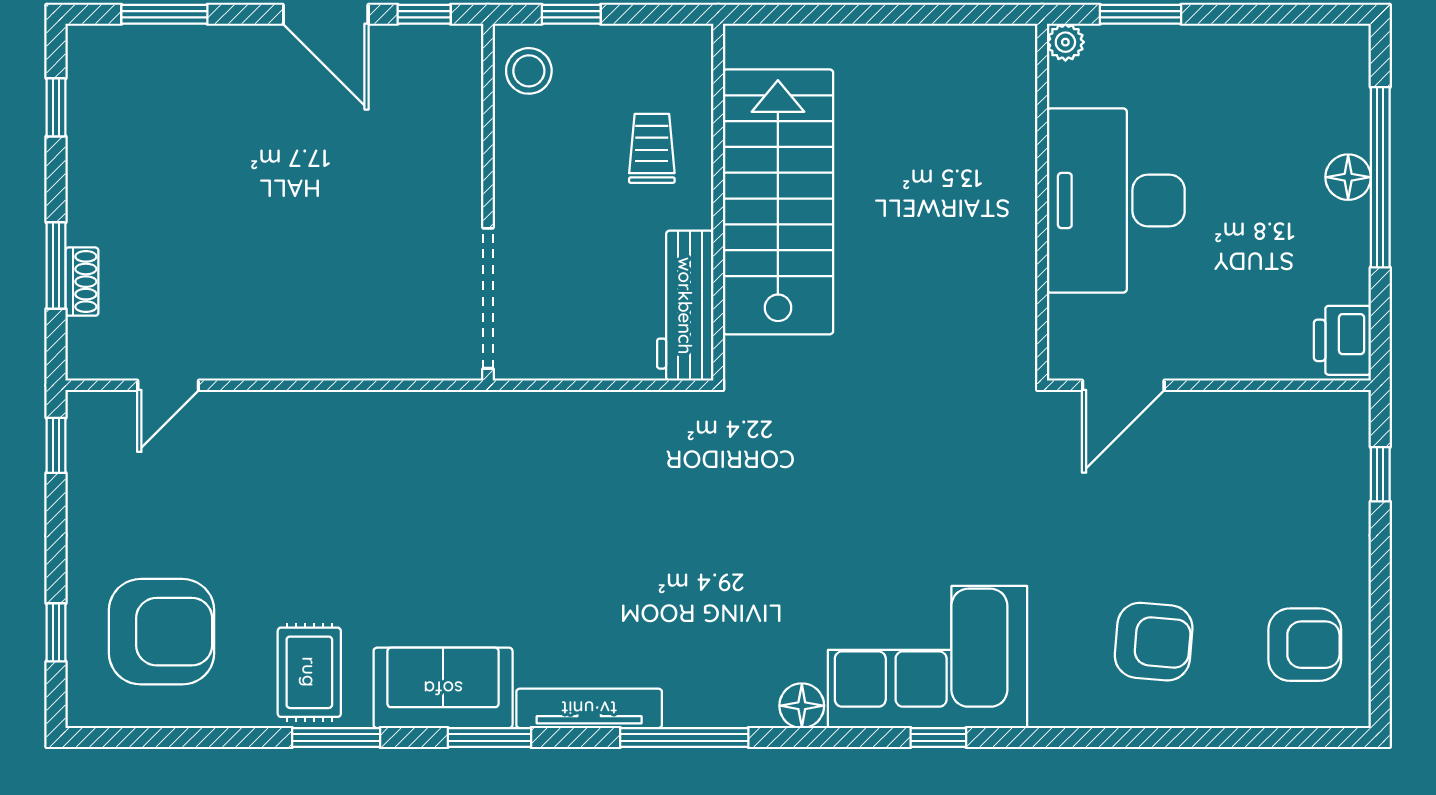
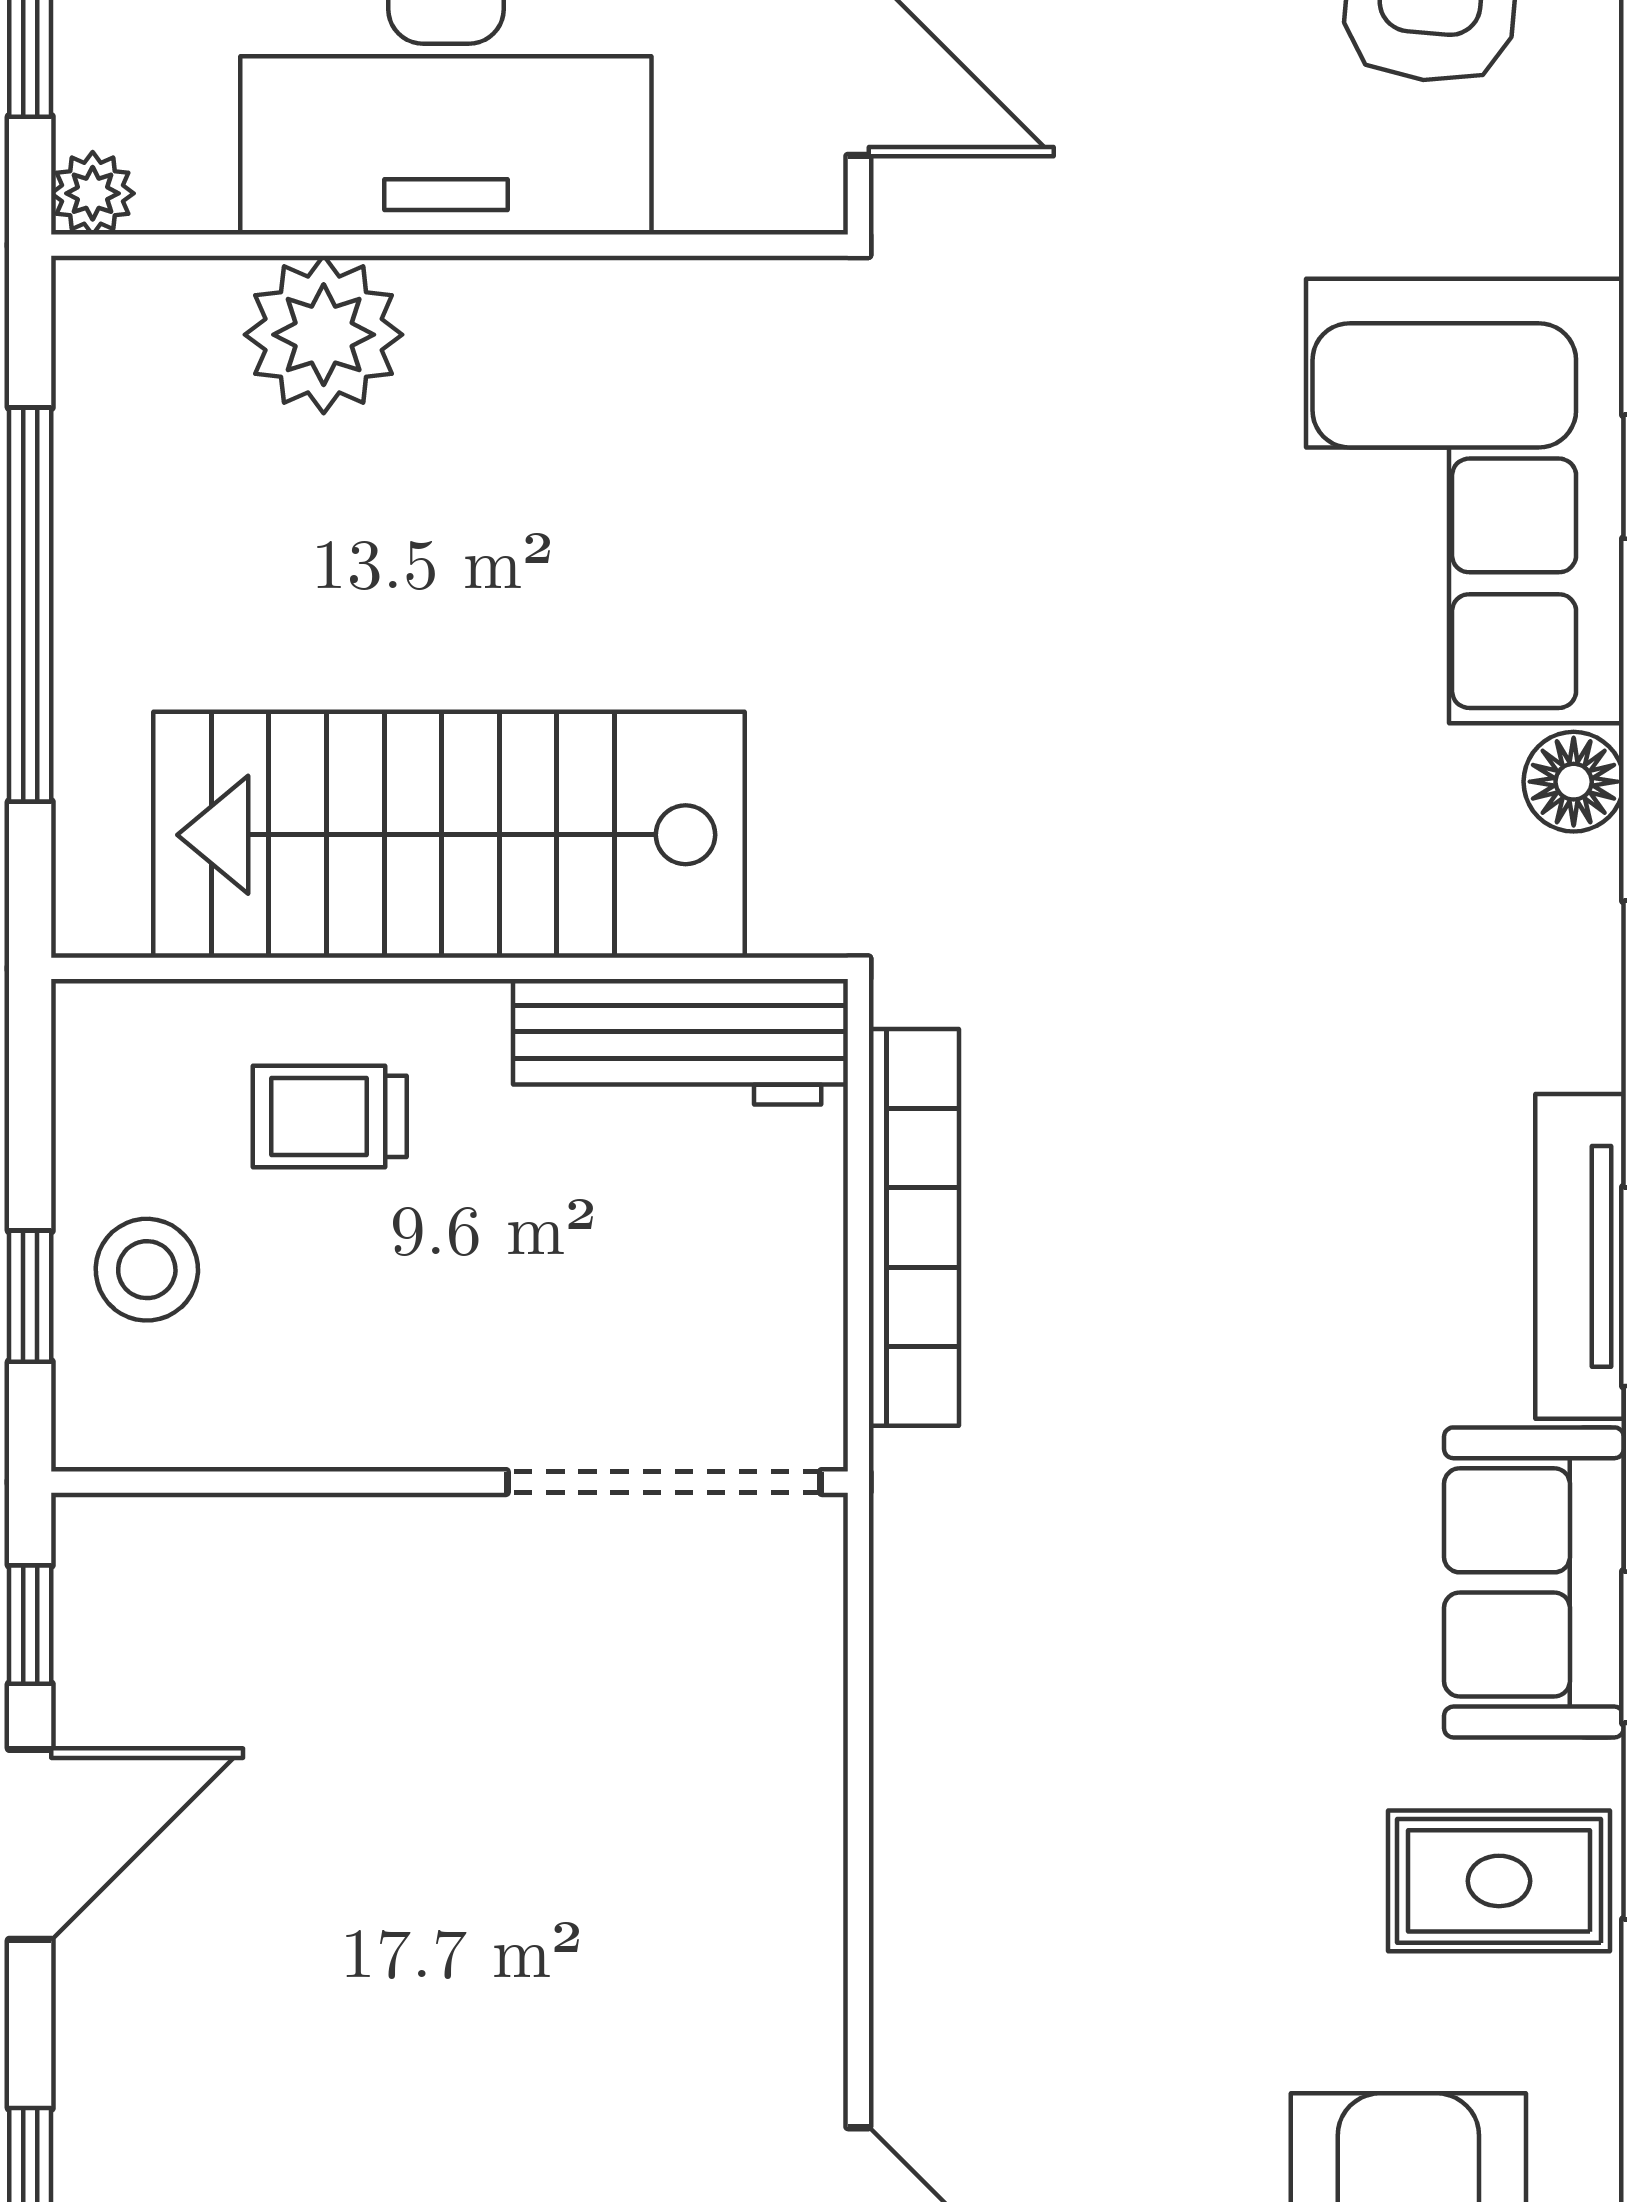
window: (881, 14) -> (30, 605), added
stool: (529, 71) -> (147, 1270), moved
plant: (1002, 146) -> (324, 335), added
bookcase: (602, 410) -> (914, 1227), added

